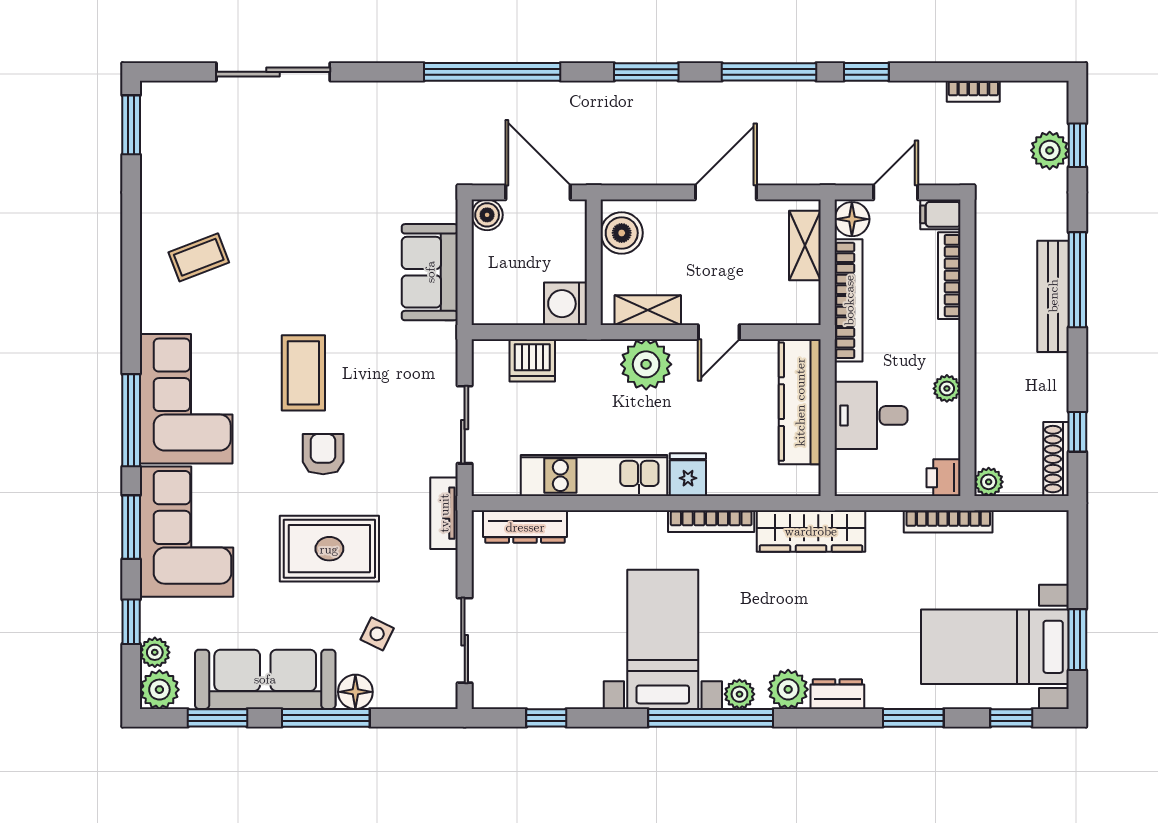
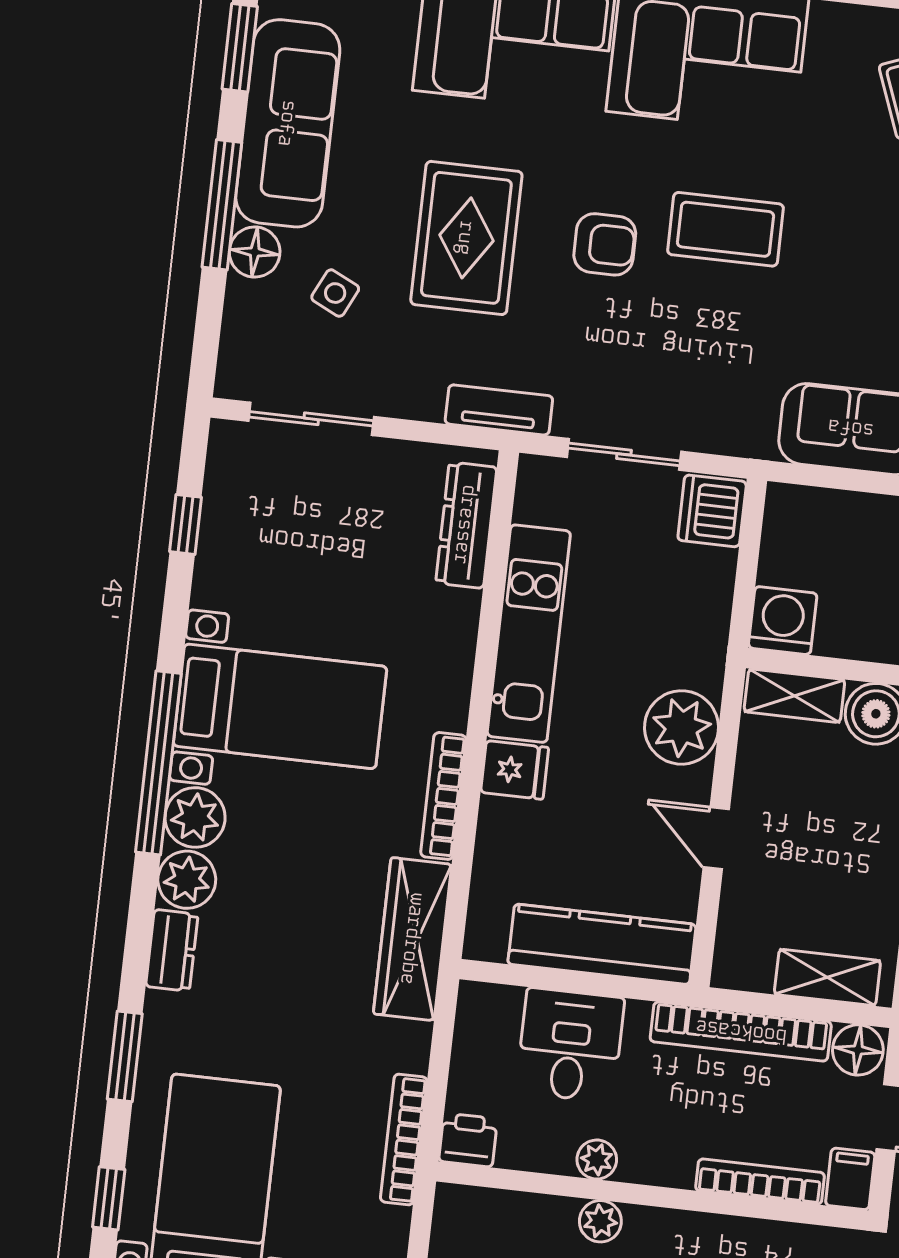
shelving: (648, 310) -> (794, 696), moved, turned 90
dishwasher: (532, 360) -> (712, 511), moved
plant: (989, 482) -> (600, 1221), moved
plant: (739, 694) -> (195, 817), width x1.38, depth x1.38

